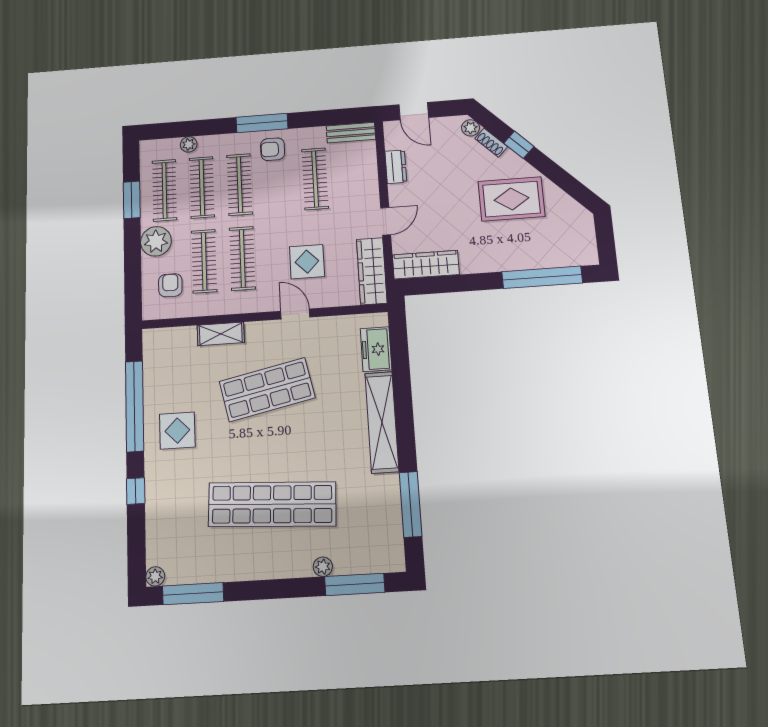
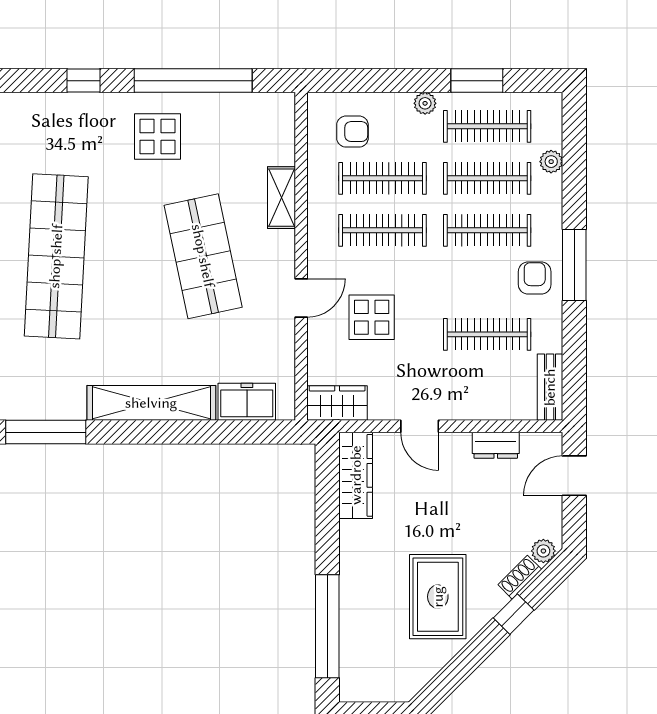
plant: (156, 241) -> (425, 103), width x0.53, depth x0.53
wardrobe: (372, 271) -> (337, 403), width x0.67

